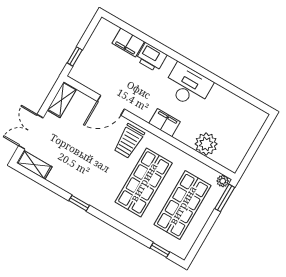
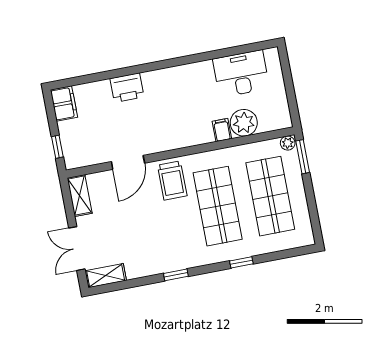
filing cabinet: (128, 42) -> (64, 104), moved, turned -90
desk: (188, 86) -> (241, 74), moved
filing cabinet: (165, 123) -> (222, 130), moved, width x0.50
window: (160, 250) -> (241, 262), moved

